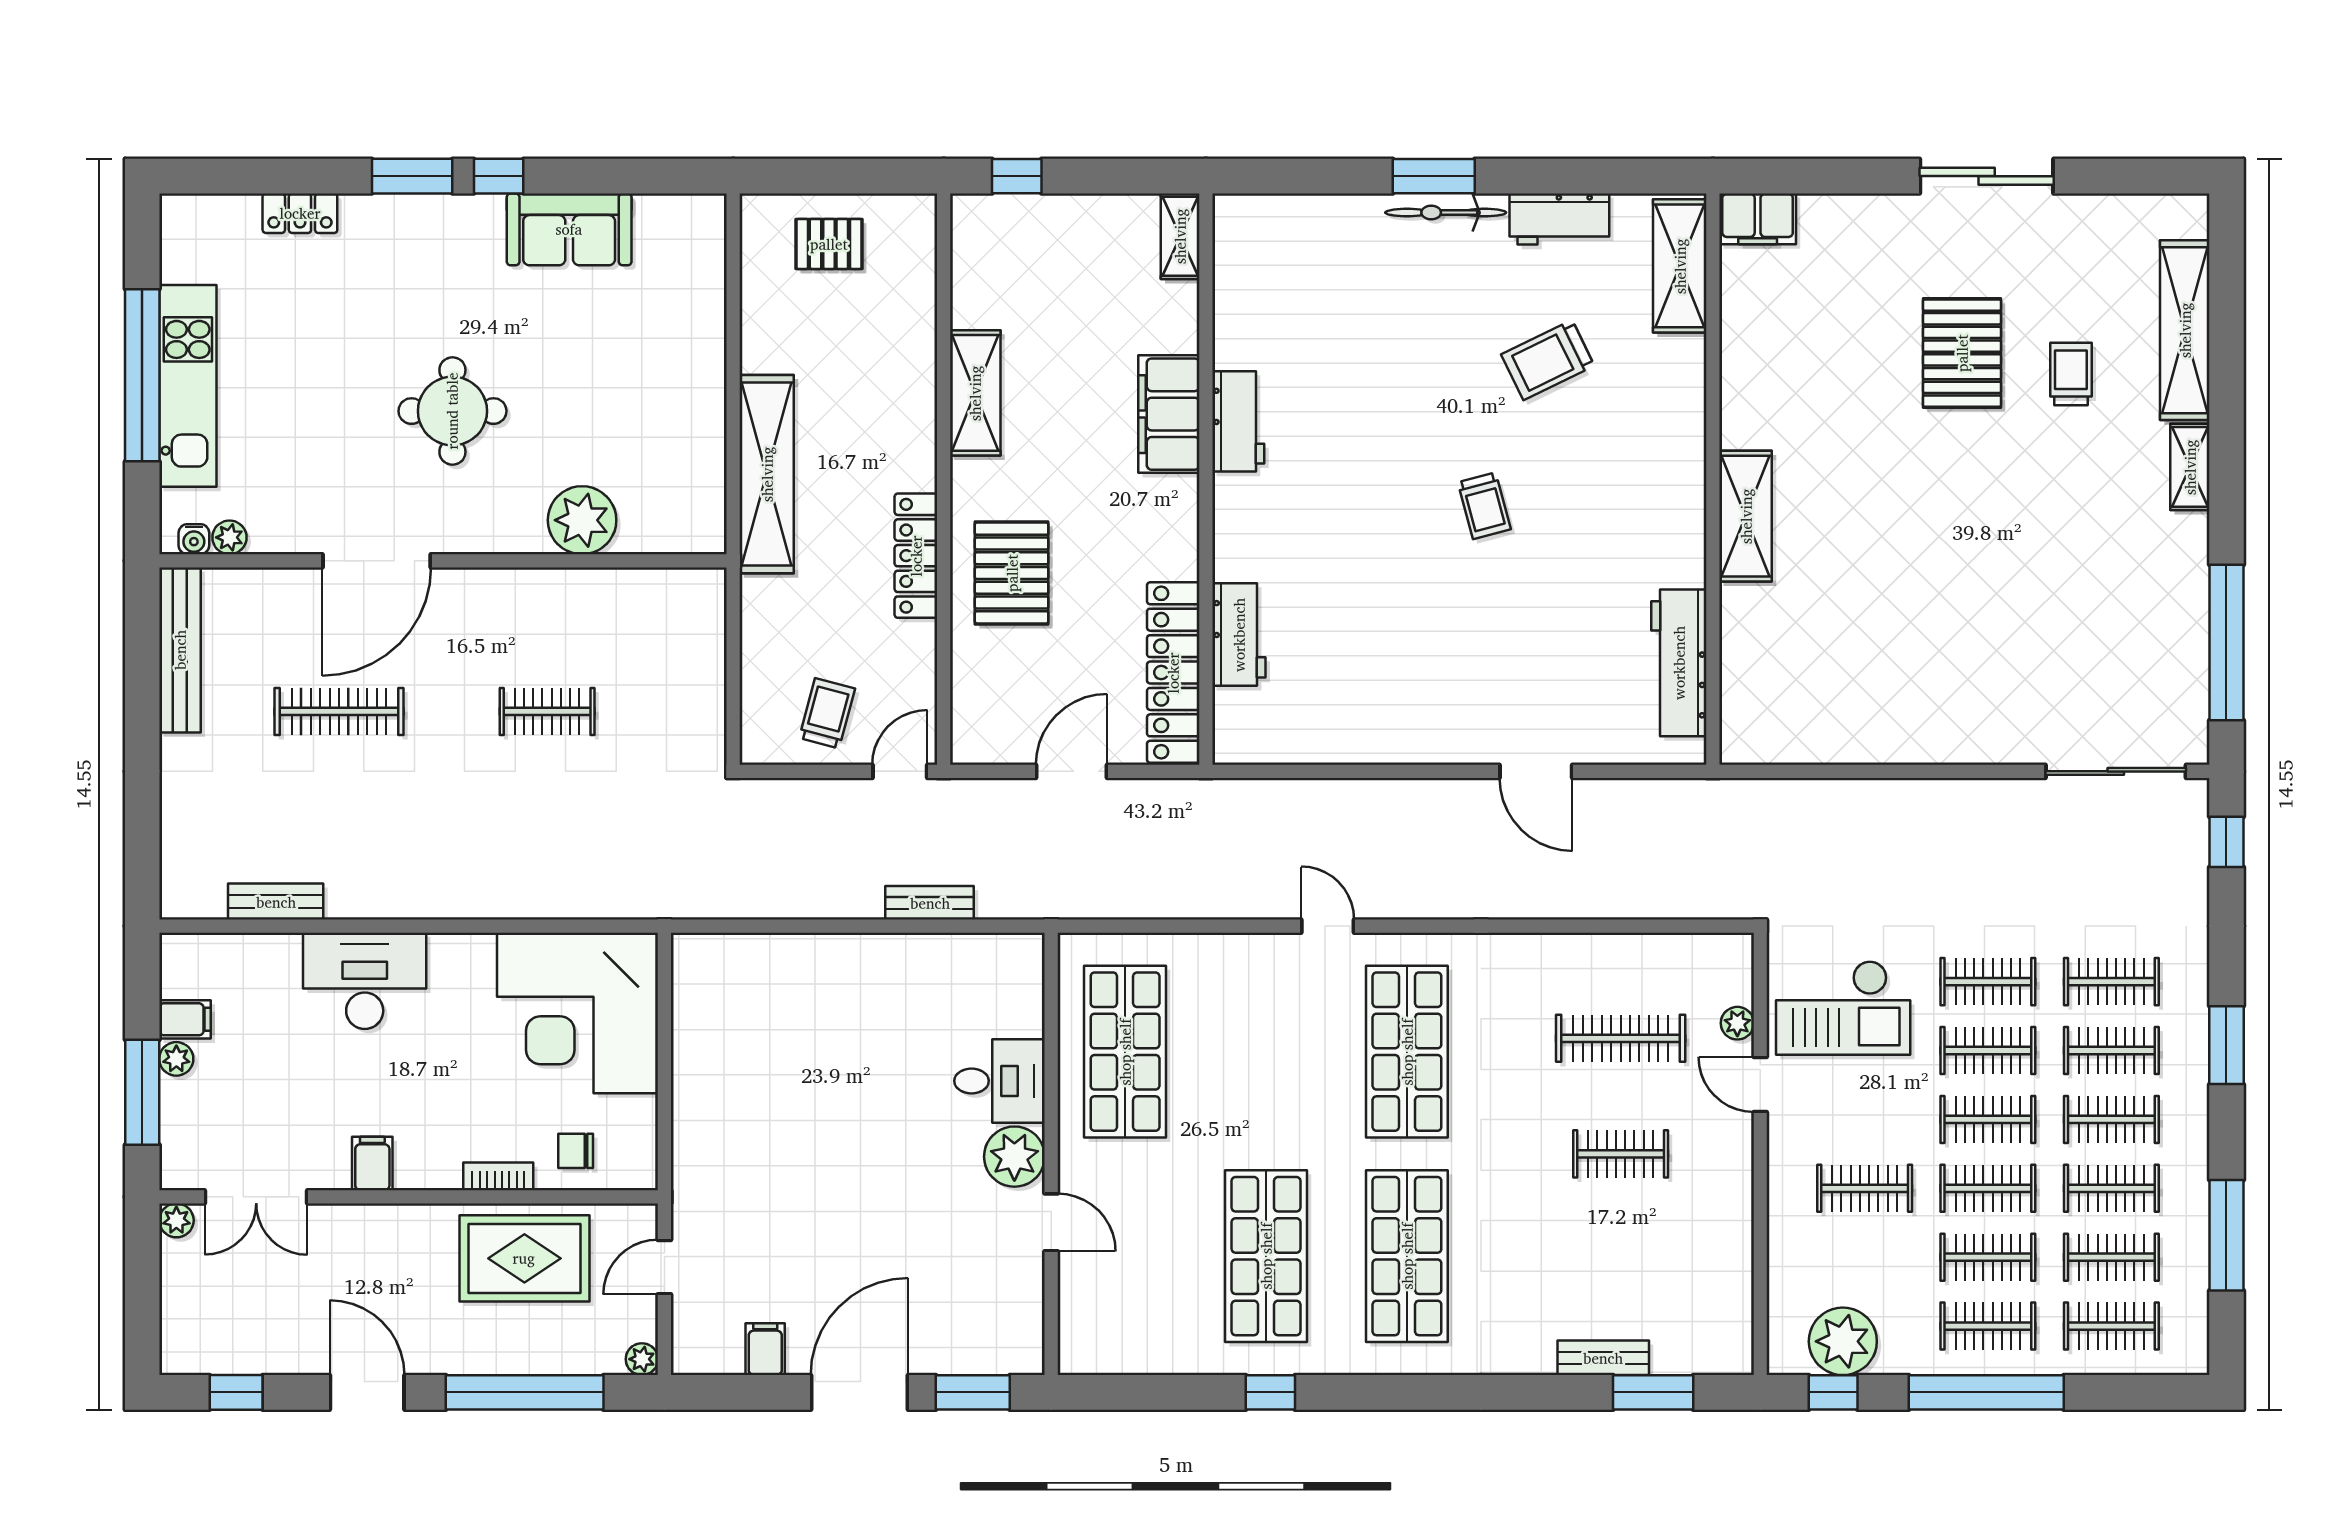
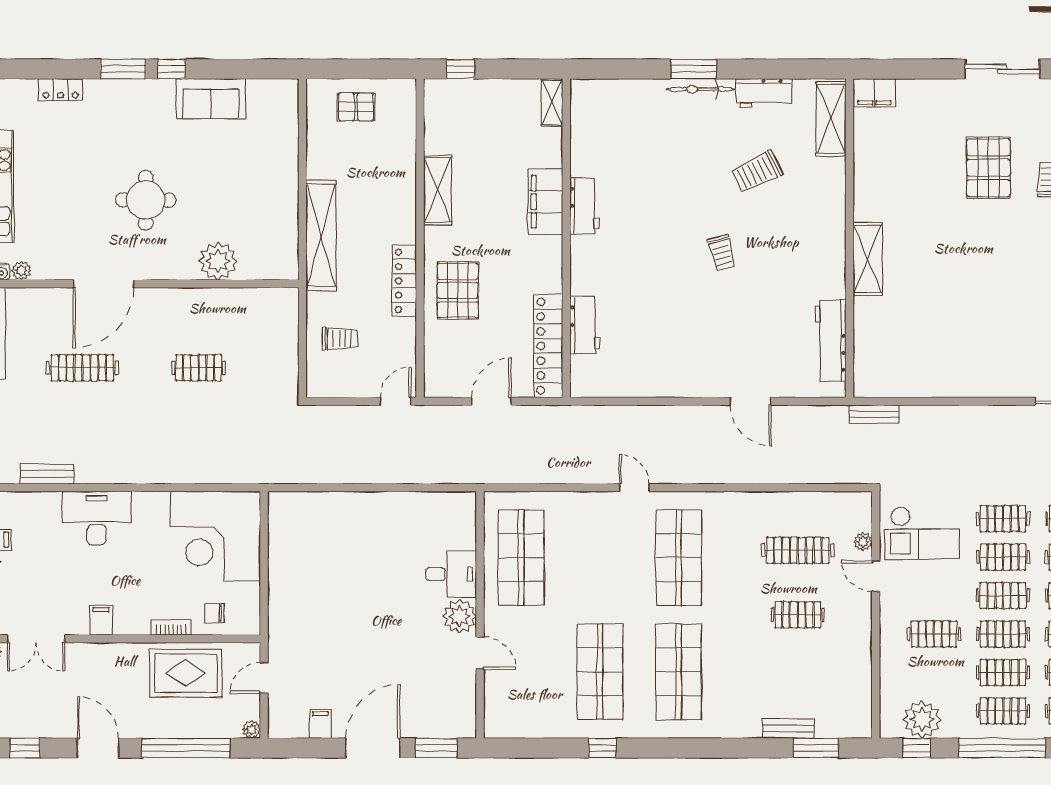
trolley: (827, 713) -> (340, 339), moved, turned 75
bench: (930, 903) -> (874, 414), moved

